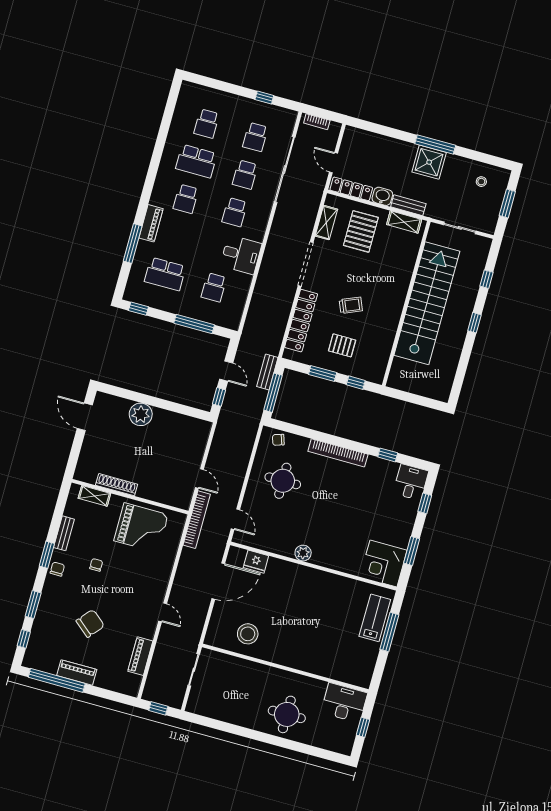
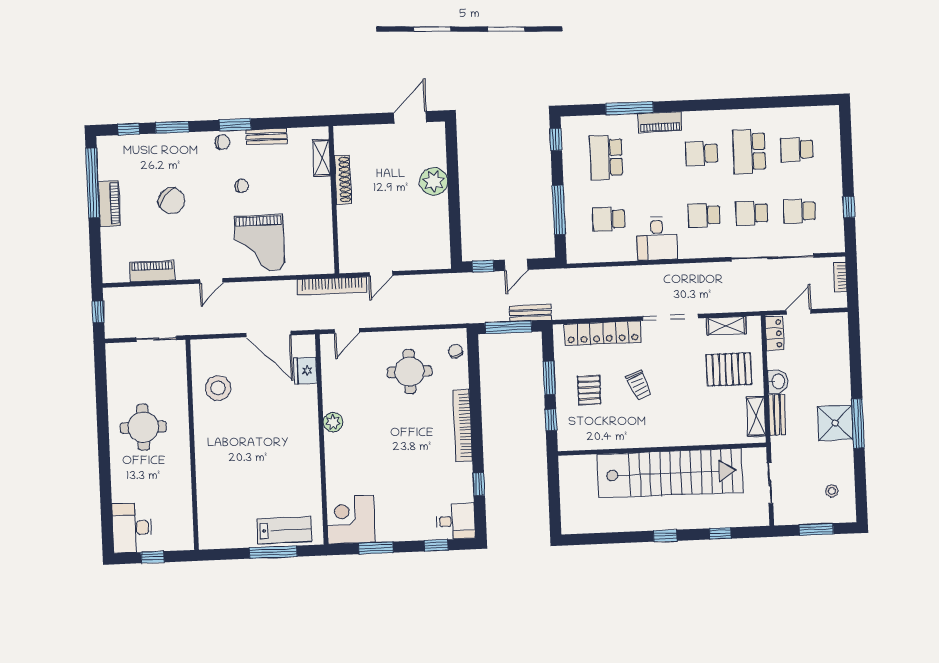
locker: (351, 189) -> (775, 333), width x0.66
grand piano: (141, 528) -> (259, 243), moved
desk: (344, 703) -> (132, 528), moved, turned 180
round table: (287, 714) -> (143, 427), moved

